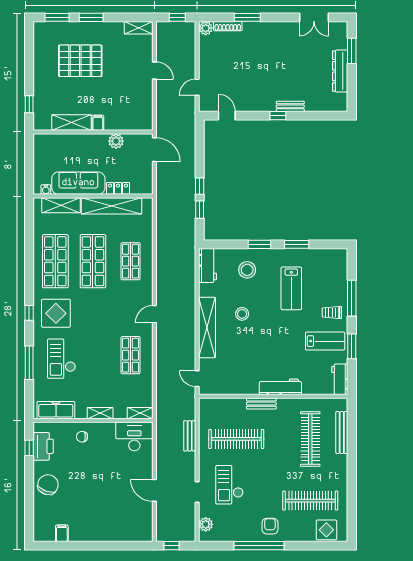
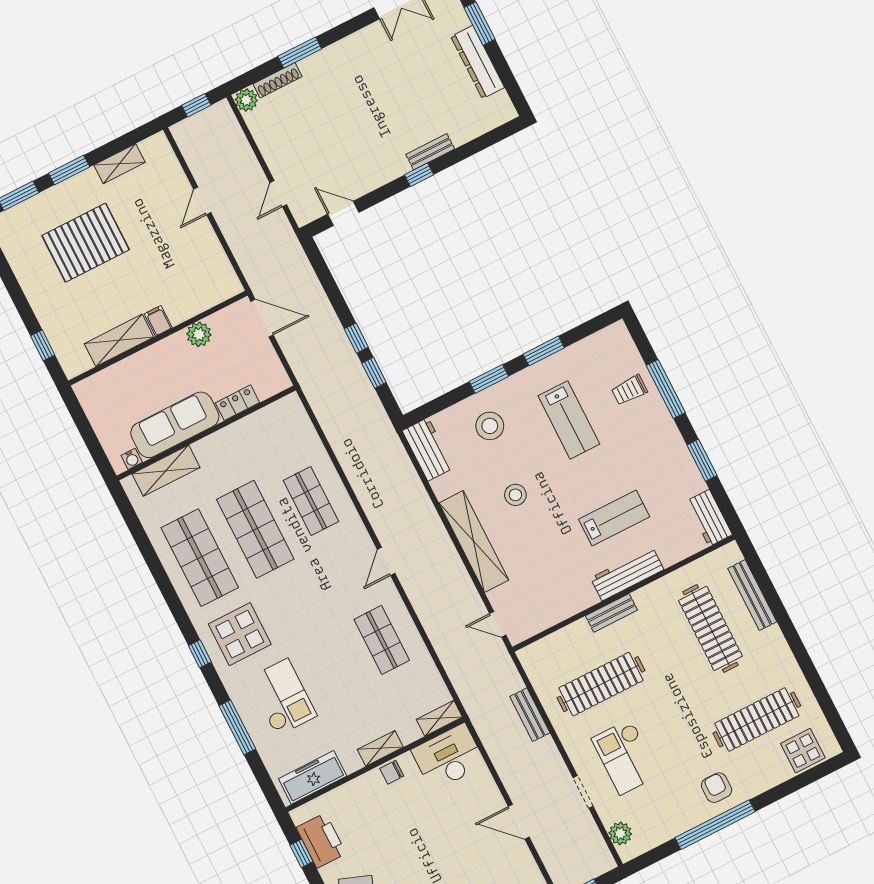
shelving: (139, 28) -> (120, 164), moved
door: (154, 70) -> (202, 201), swing flipped
shelving: (112, 206) -> (241, 433), removed
trolley: (332, 313) -> (629, 390), moved
lab bench: (325, 341) -> (614, 518), moved
checkout: (61, 359) -> (282, 697), turned 180
chair: (82, 437) -> (392, 772), moved

